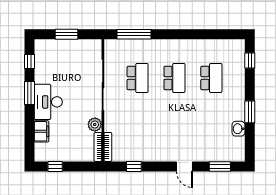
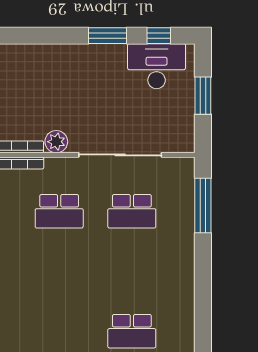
school desk: (174, 78) -> (59, 211), moved
desk: (48, 102) -> (157, 66), moved
filing cabinet: (42, 131) -> (45, 55), removed

